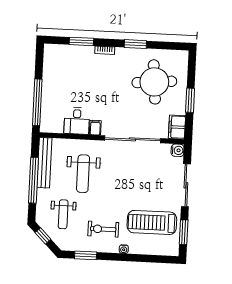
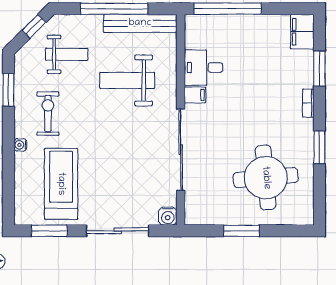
filing cabinet: (177, 127) -> (302, 32), moved, turned -90
weight bench: (63, 214) -> (67, 54), turned 180

